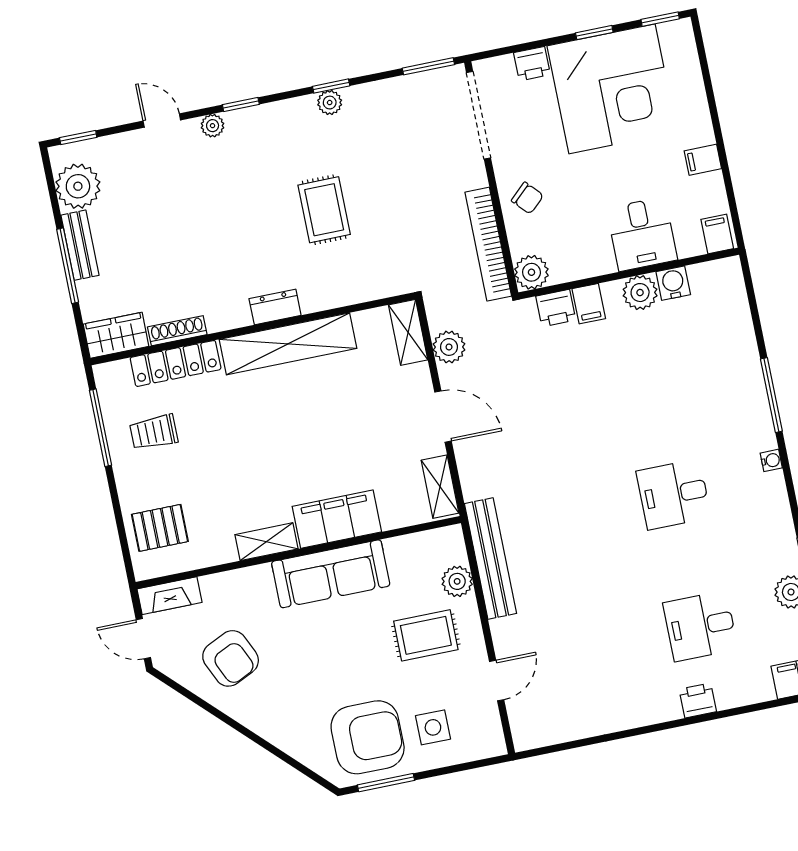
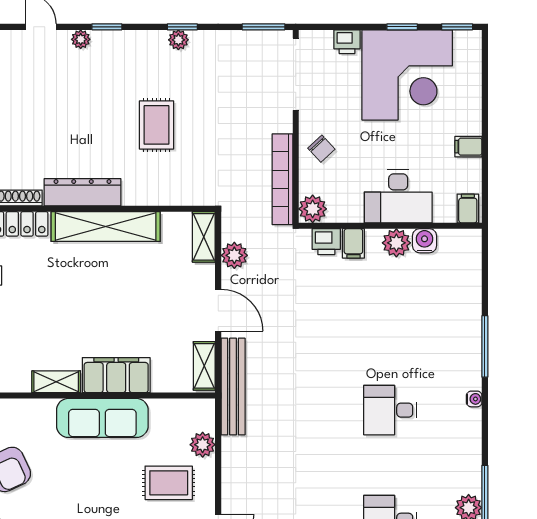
desk: (642, 234) -> (398, 196), width x1.37
dresser: (275, 307) -> (82, 192), width x1.96, depth x1.24
bench: (490, 558) -> (233, 387), moved

